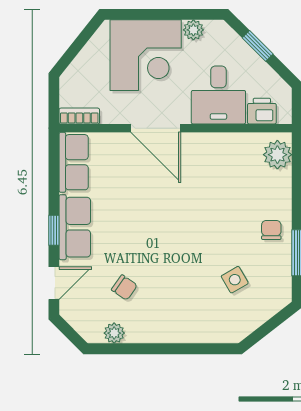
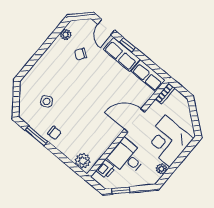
window: (258, 46) -> (121, 191), moved

